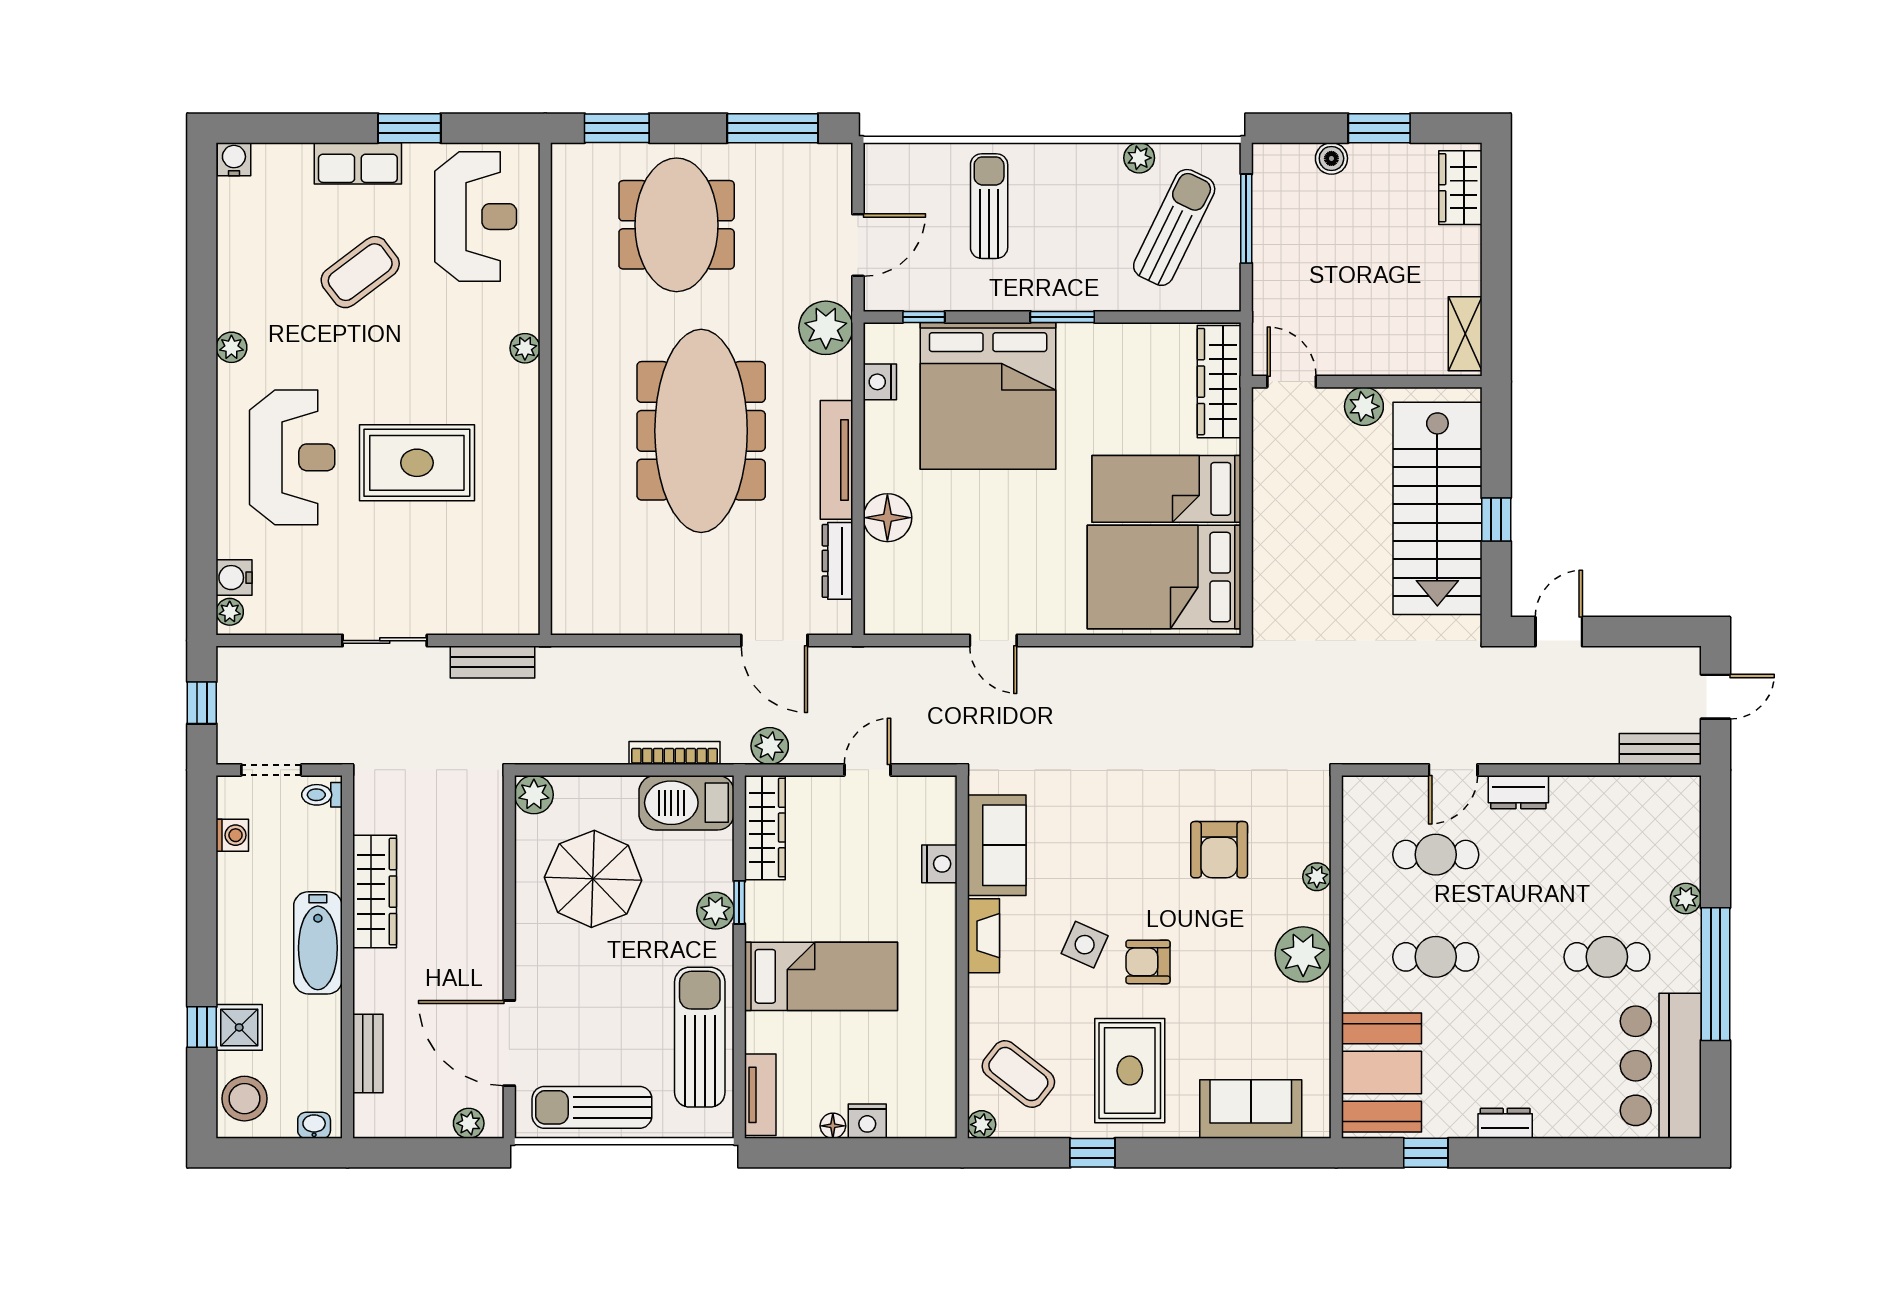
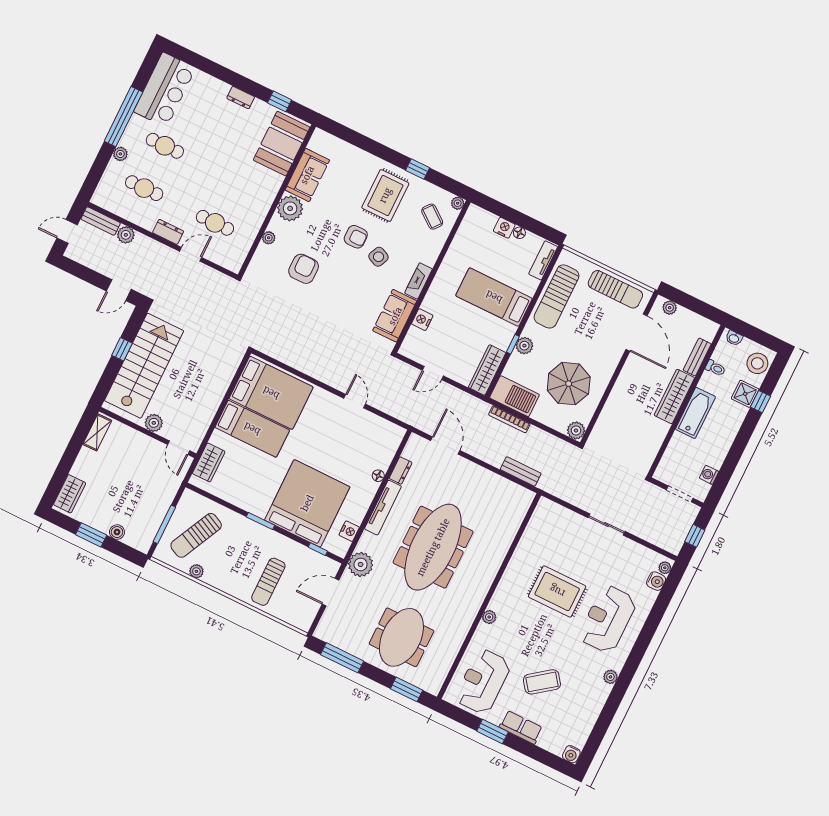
wardrobe: (1219, 382) -> (209, 462), width x0.67
floor lamp: (887, 518) -> (378, 476), width x0.53, depth x0.53
dresser: (838, 561) -> (401, 470), width x0.70
bench: (493, 662) -> (521, 471), moved
plant: (770, 746) -> (126, 235), moved
toilet: (322, 795) -> (715, 368), moved
wardrobe: (375, 892) -> (674, 396), moved
cafe table: (1436, 957) -> (144, 188), moved
coffee table: (1018, 1074) -> (432, 217), width x0.73, depth x0.77
sofa: (1251, 1109) -> (307, 175), moved, turned -90

